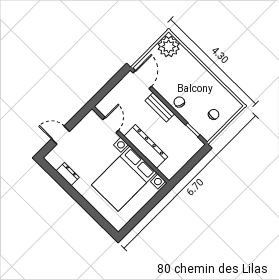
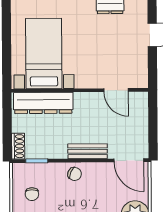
dresser: (146, 146) -> (43, 103), moved
shoe rack: (195, 148) -> (18, 146), added
bed with nightstands: (124, 179) -> (44, 54), width x0.73

